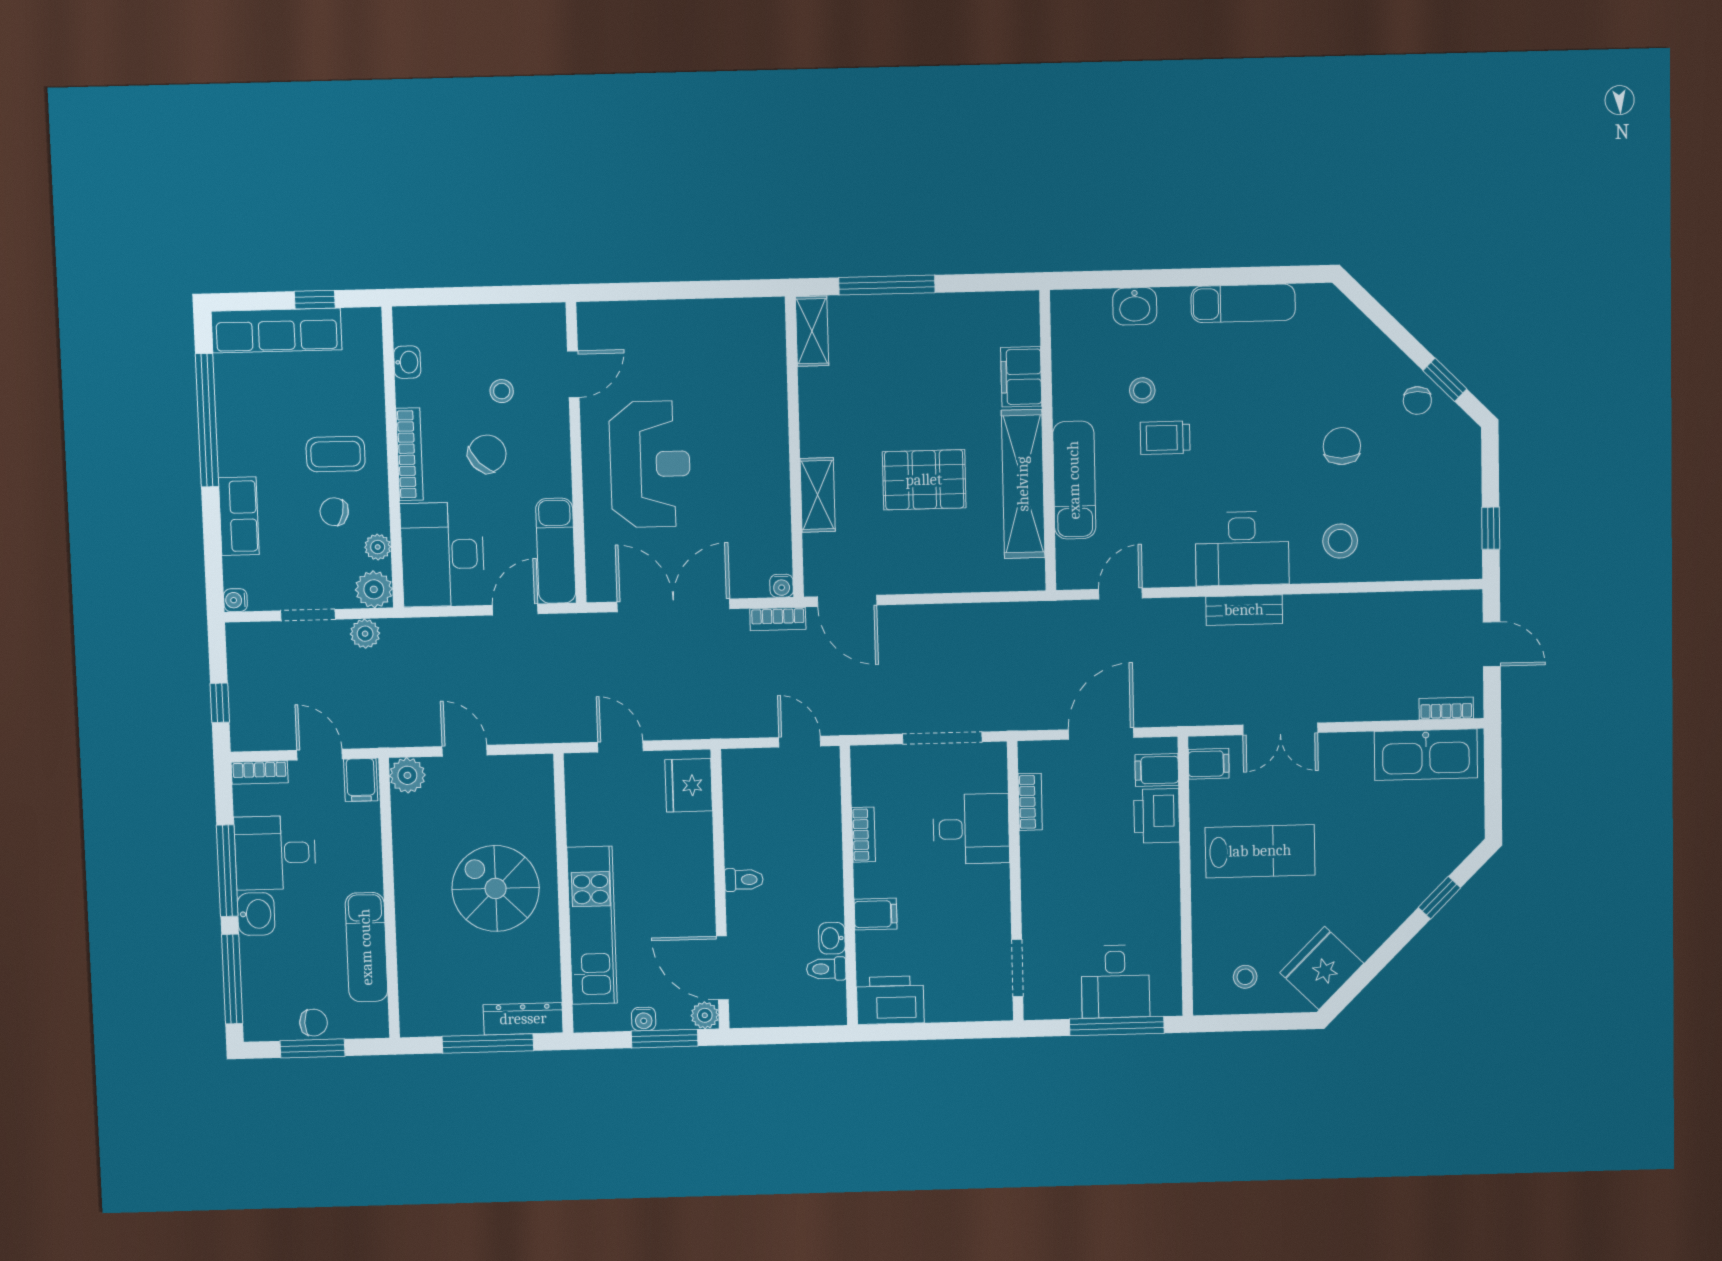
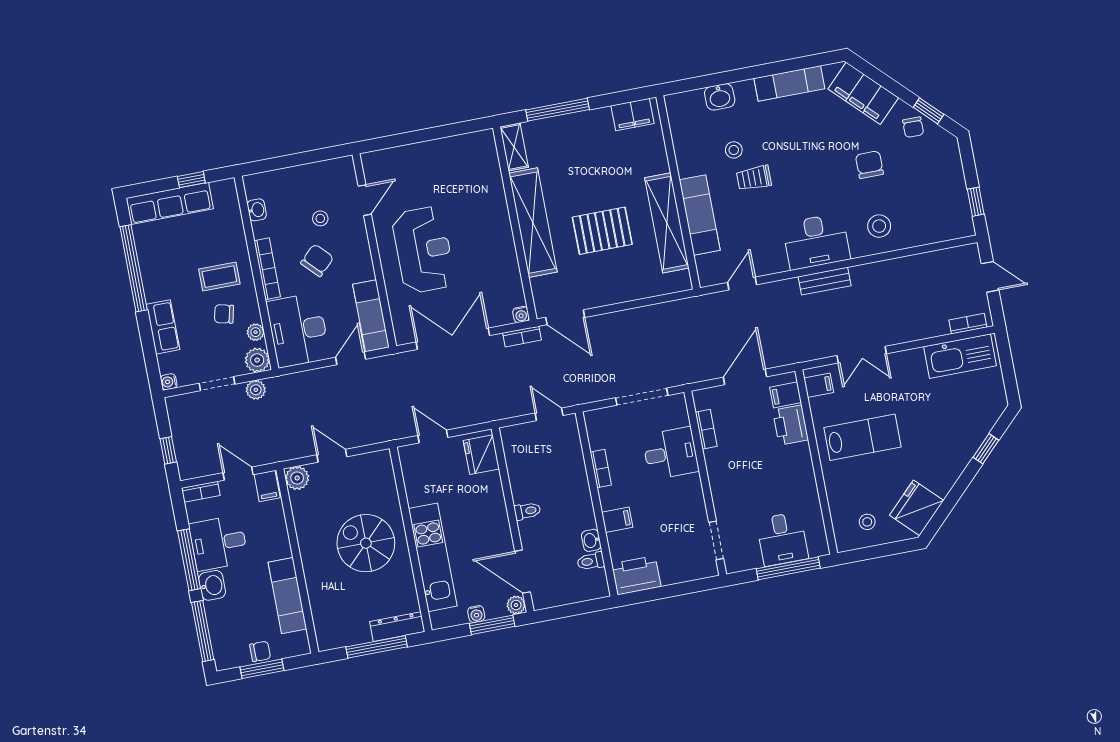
filing cabinet: (1352, 337) -> (863, 93), added
filing cabinet: (1021, 377) -> (633, 115), moved, turned -90
shelving: (818, 495) -> (533, 223), width x2.20, depth x1.33

